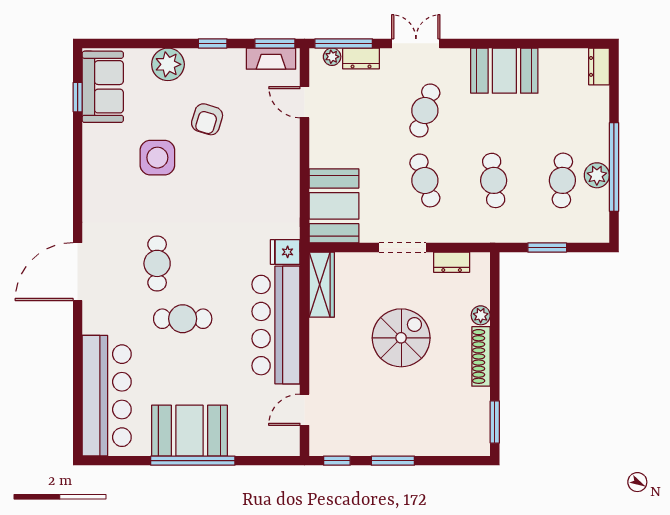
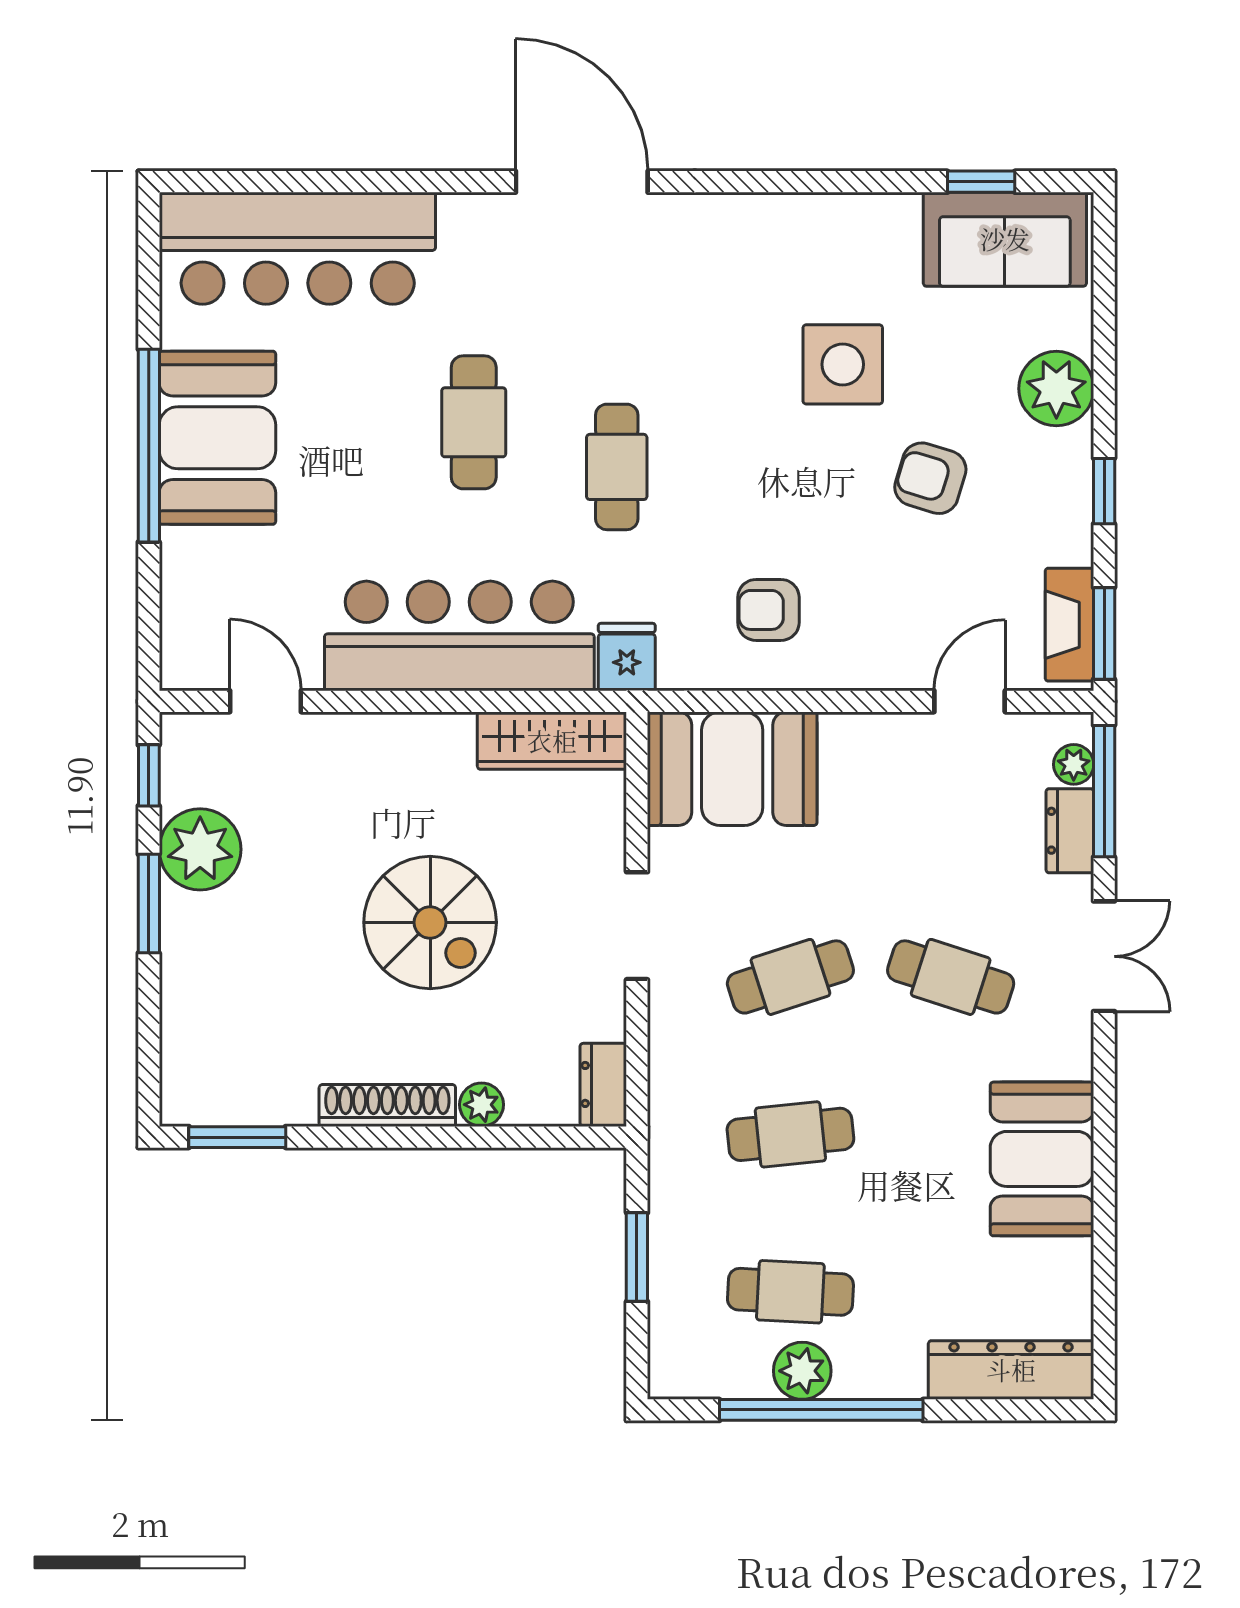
dresser: (599, 66) -> (1011, 1370), width x1.96, depth x1.24
armchair: (265, 190) -> (768, 610), added
dresser: (452, 262) -> (603, 1084), moved
cafe table: (157, 263) -> (617, 467), moved, turned 90
plant: (369, 438) -> (200, 849), added

